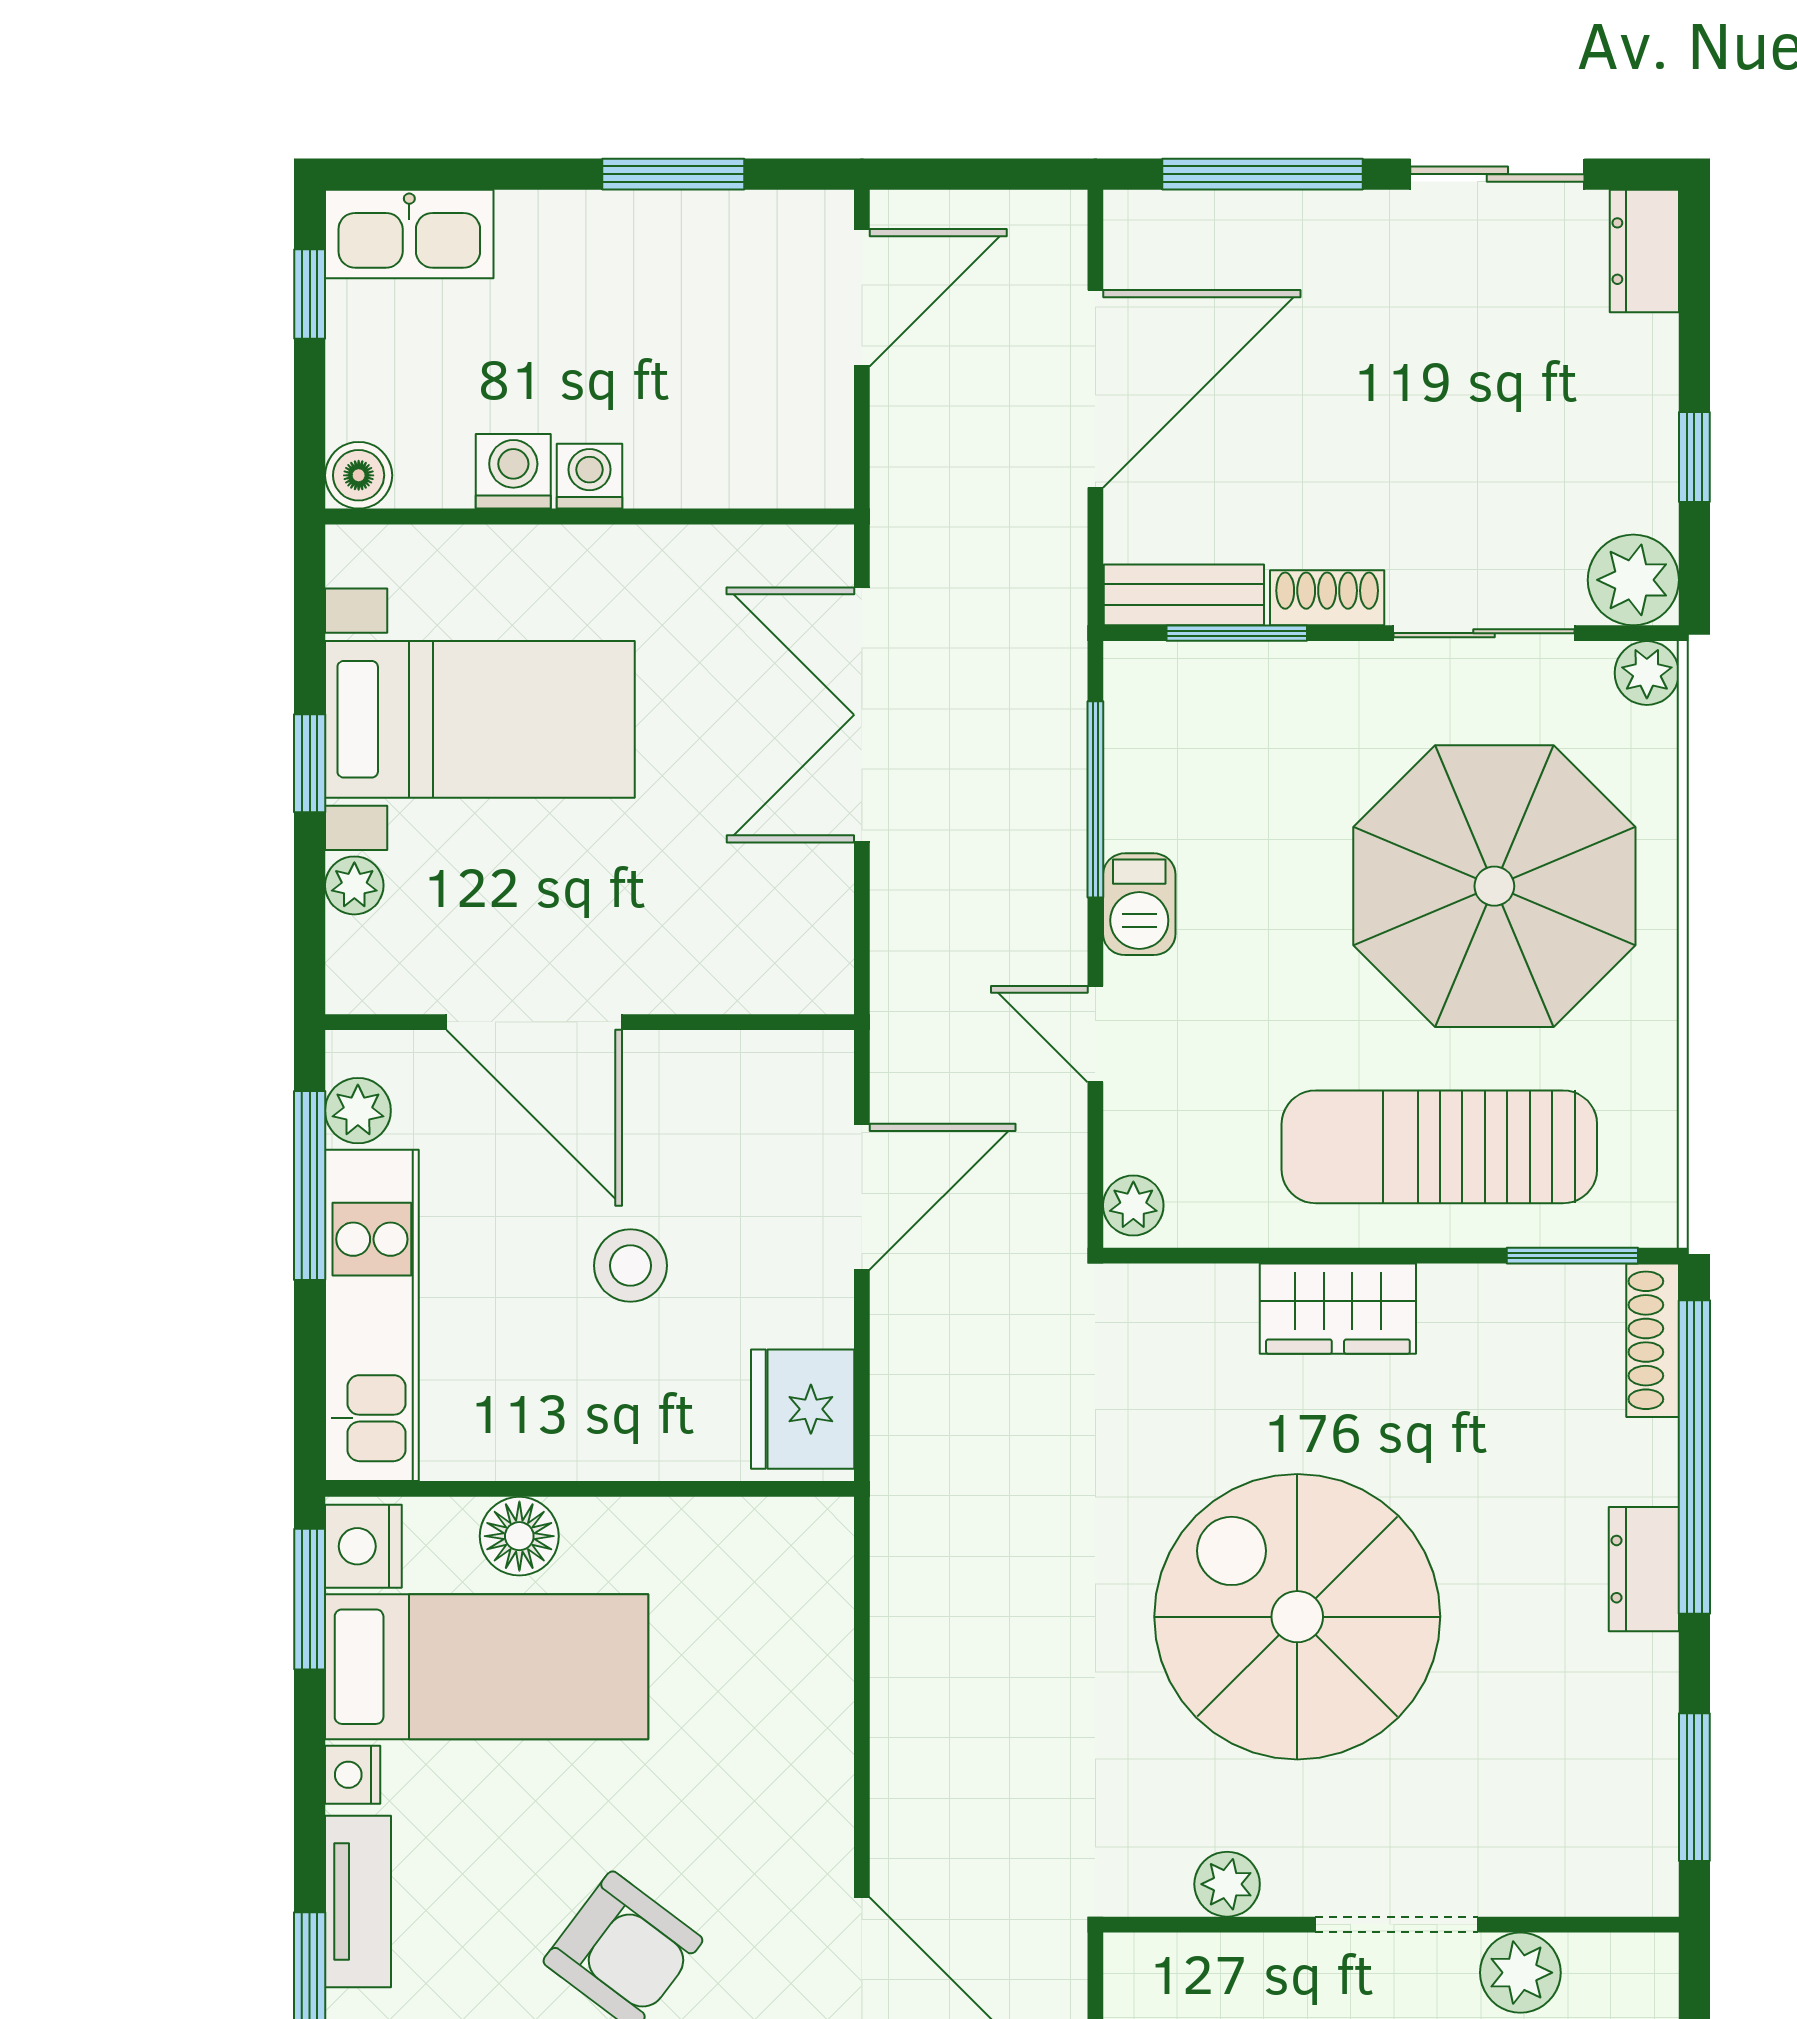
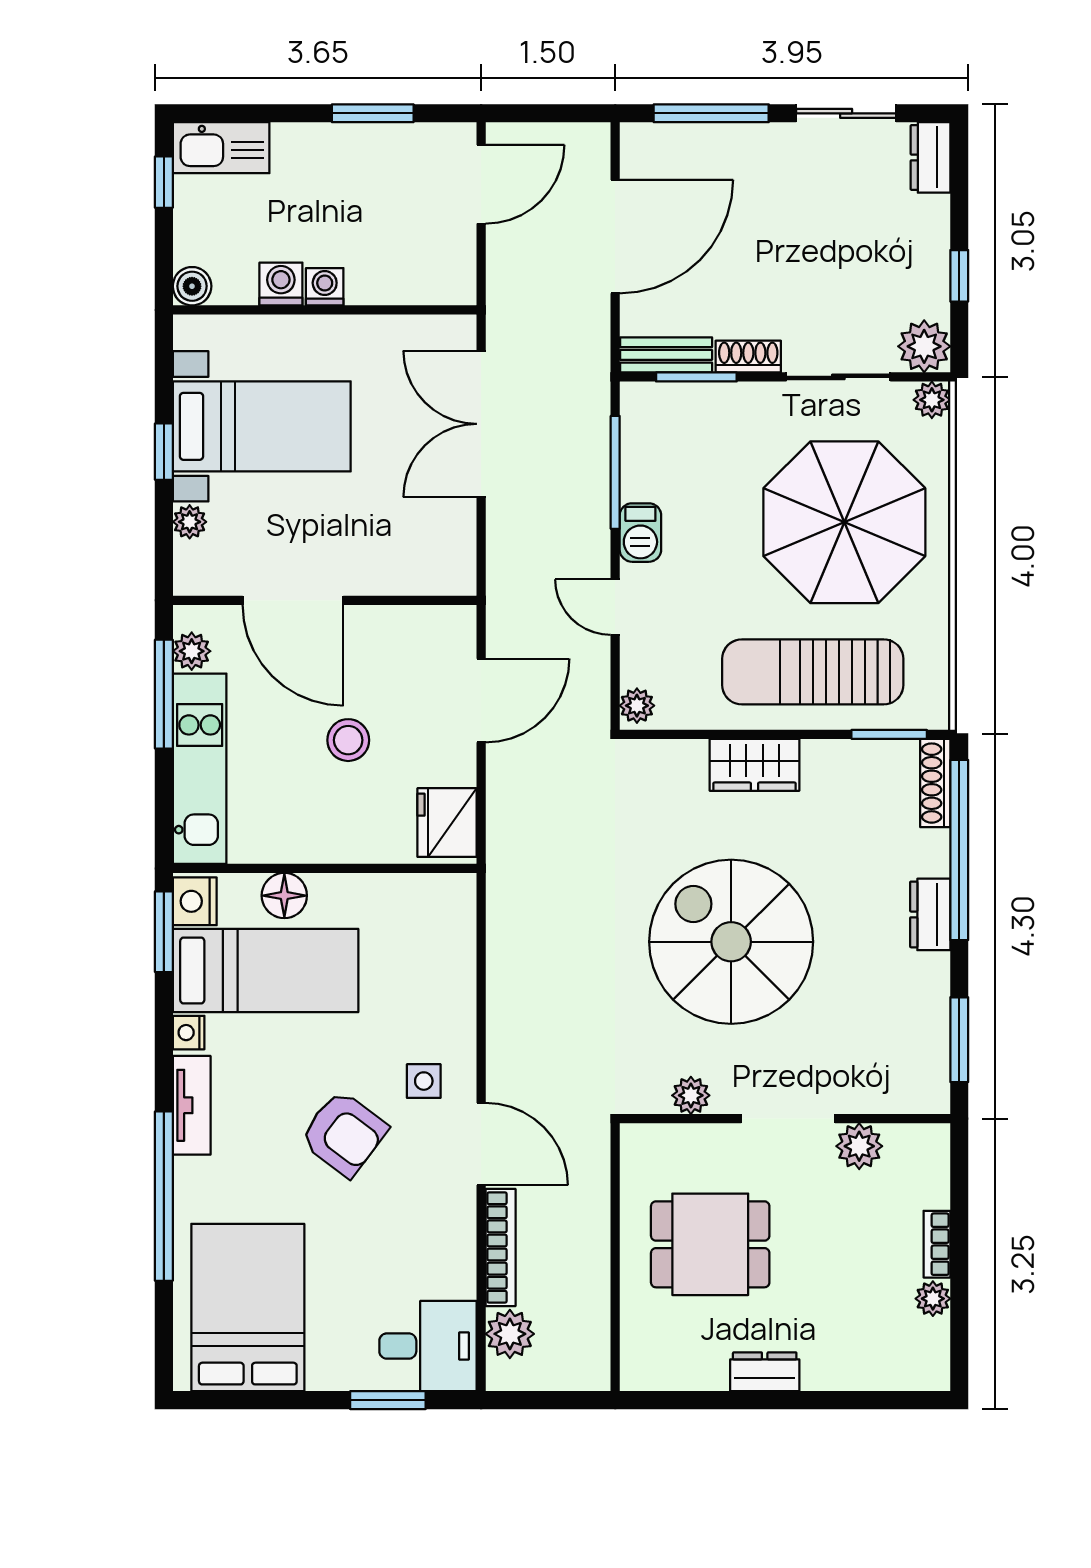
side table: (762, 1859) -> (424, 1081), added

